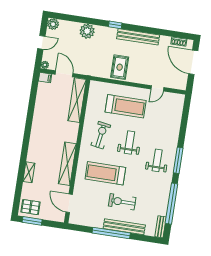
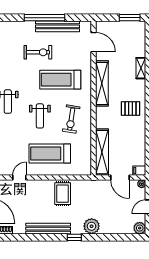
plant: (87, 31) -> (92, 226), moved
treadmill: (105, 173) -> (60, 80), turned 180
pallet: (31, 207) -> (130, 109), moved
bench: (124, 227) -> (57, 26), moved

